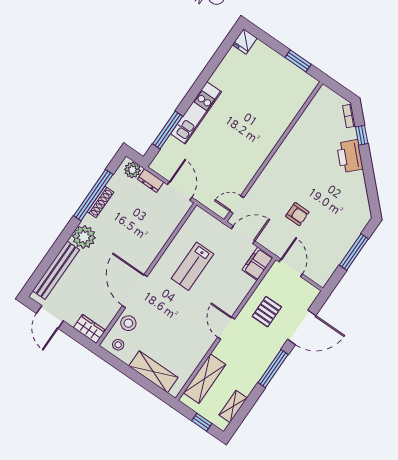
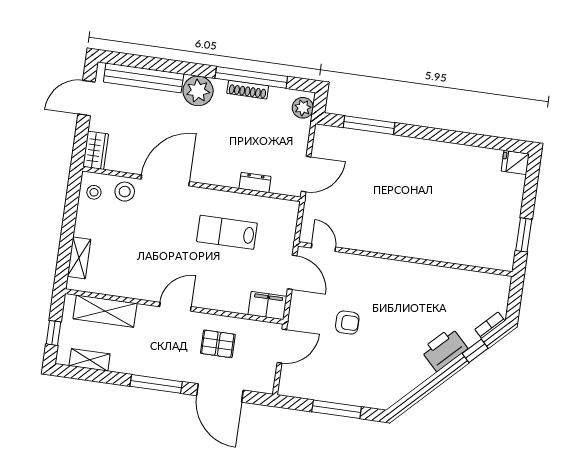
kitchen unit: (196, 113) -> (405, 148), removed
dresser: (151, 181) -> (255, 183), moved, turned 90
armchair: (297, 214) -> (347, 323), turned -90
shelving: (153, 372) -> (79, 258), width x0.67, depth x0.75

